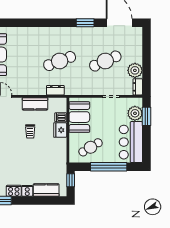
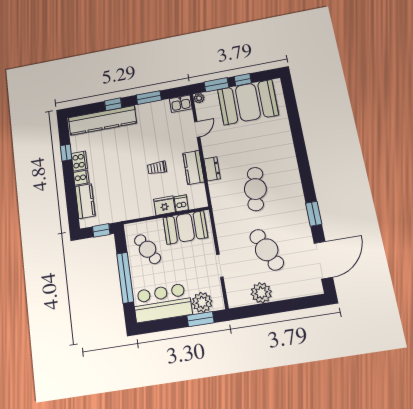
cafe table: (60, 61) -> (255, 189), turned 30
dresser: (138, 87) -> (239, 300), removed
dresser: (55, 90) -> (212, 169), moved

